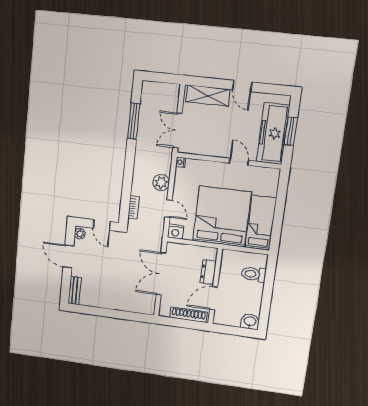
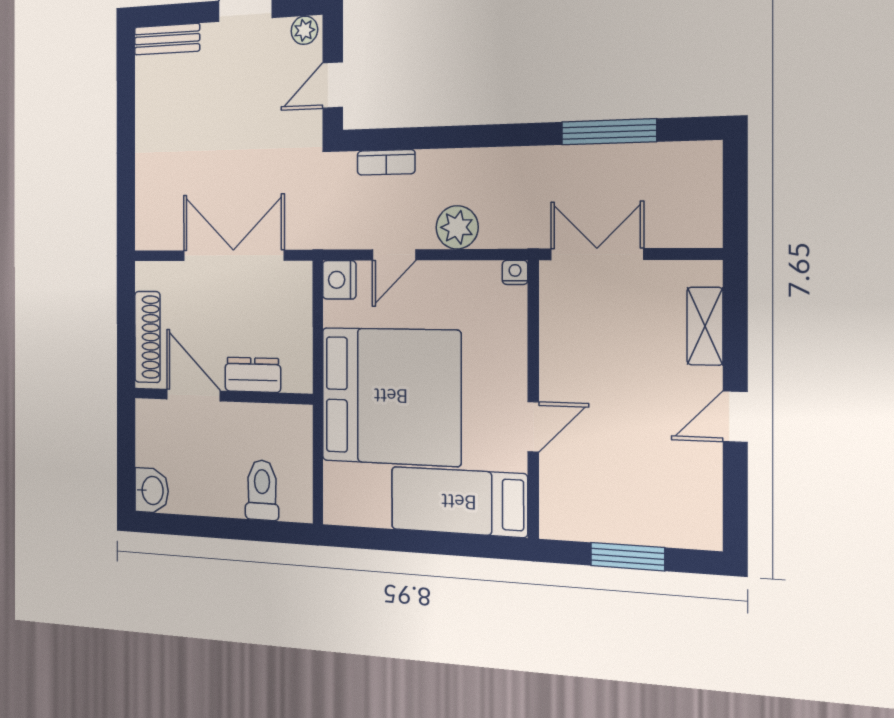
shelving: (208, 96) -> (705, 326), width x0.67, depth x0.75
freezer: (273, 133) -> (617, 510), removed
bed: (261, 223) -> (459, 502), moved, turned 180

